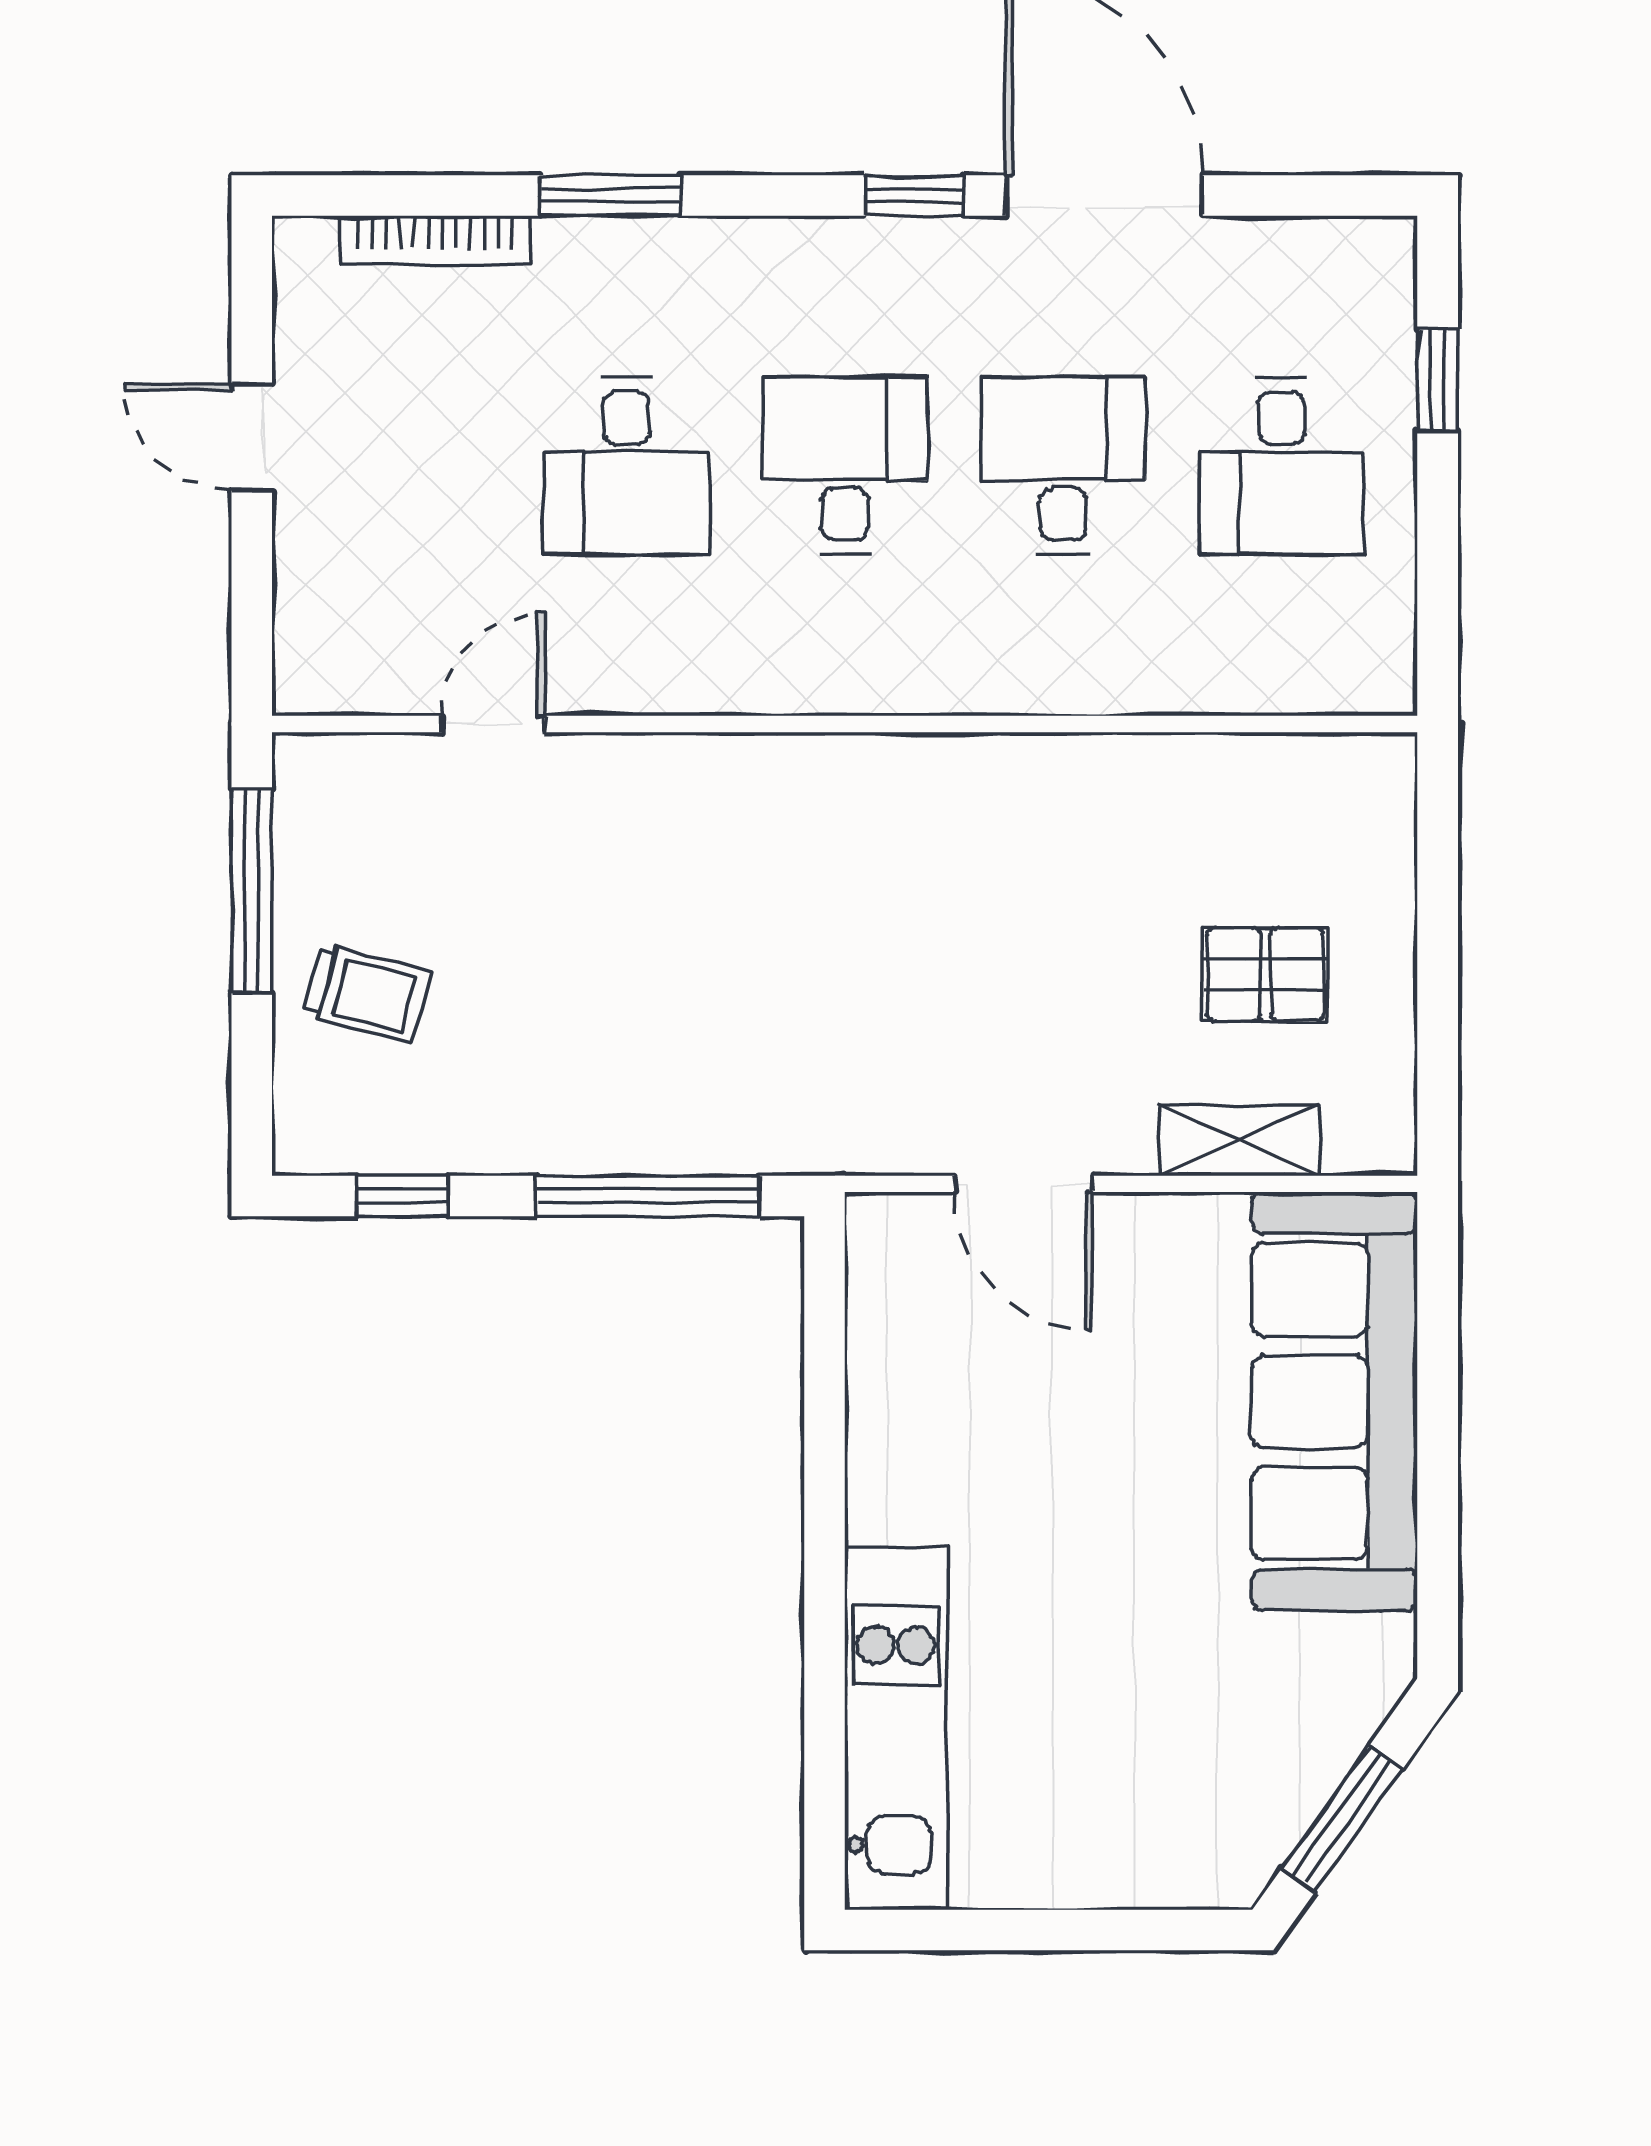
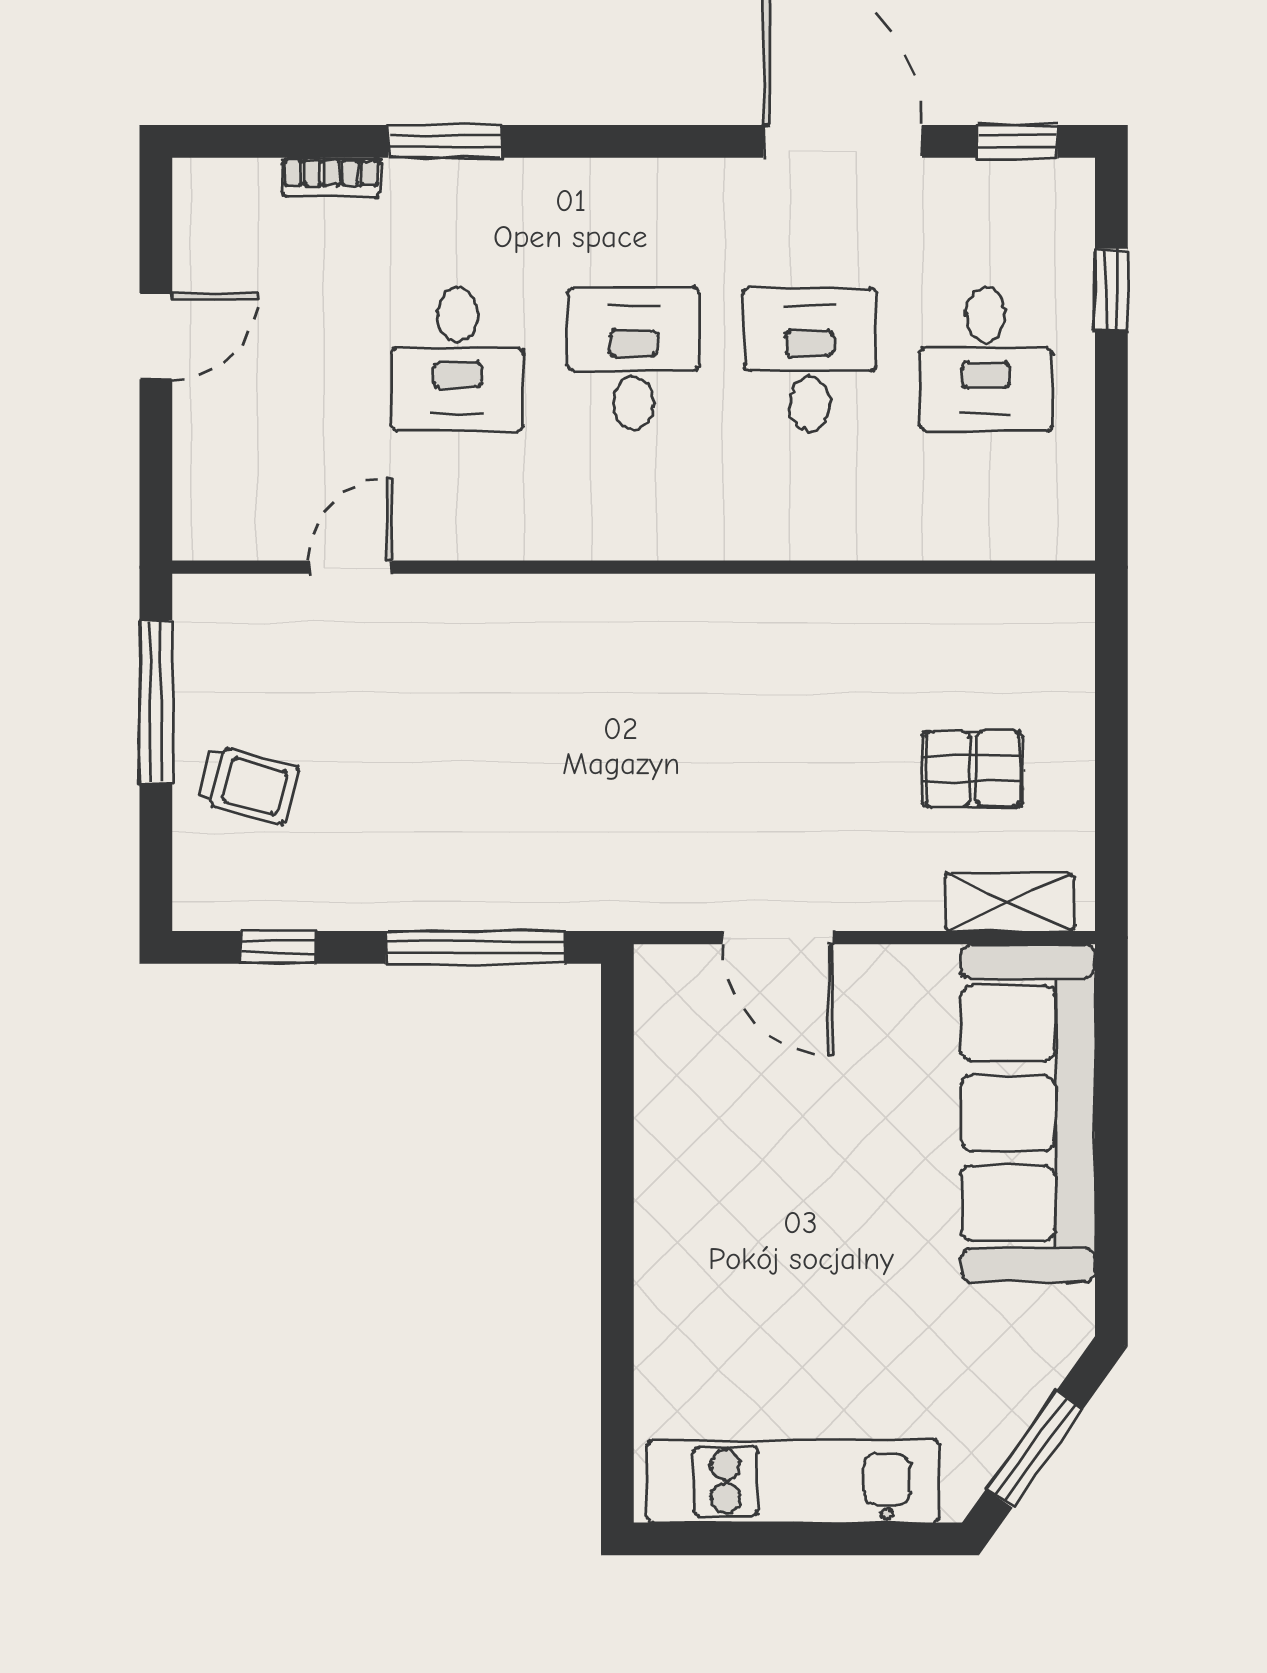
window: (914, 196) -> (1017, 141), moved
bookcase: (435, 240) -> (331, 177), width x0.64
door: (252, 437) -> (156, 336), swing flipped
shelving: (1239, 1140) -> (1010, 902), moved
kitchen unit: (896, 1729) -> (793, 1482), moved, turned -90

